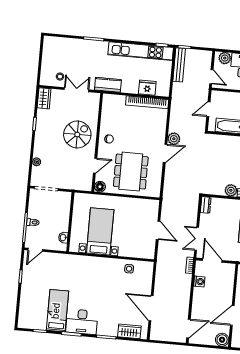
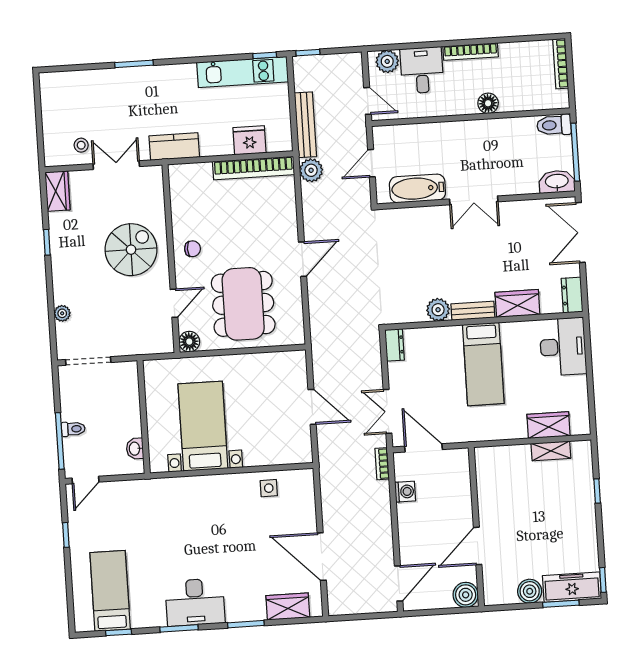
kitchen unit: (141, 51) -> (243, 72), width x0.73
bench: (179, 65) -> (305, 125), moved
plant: (174, 139) -> (311, 170), moved
bed: (57, 311) -> (110, 591), moved

